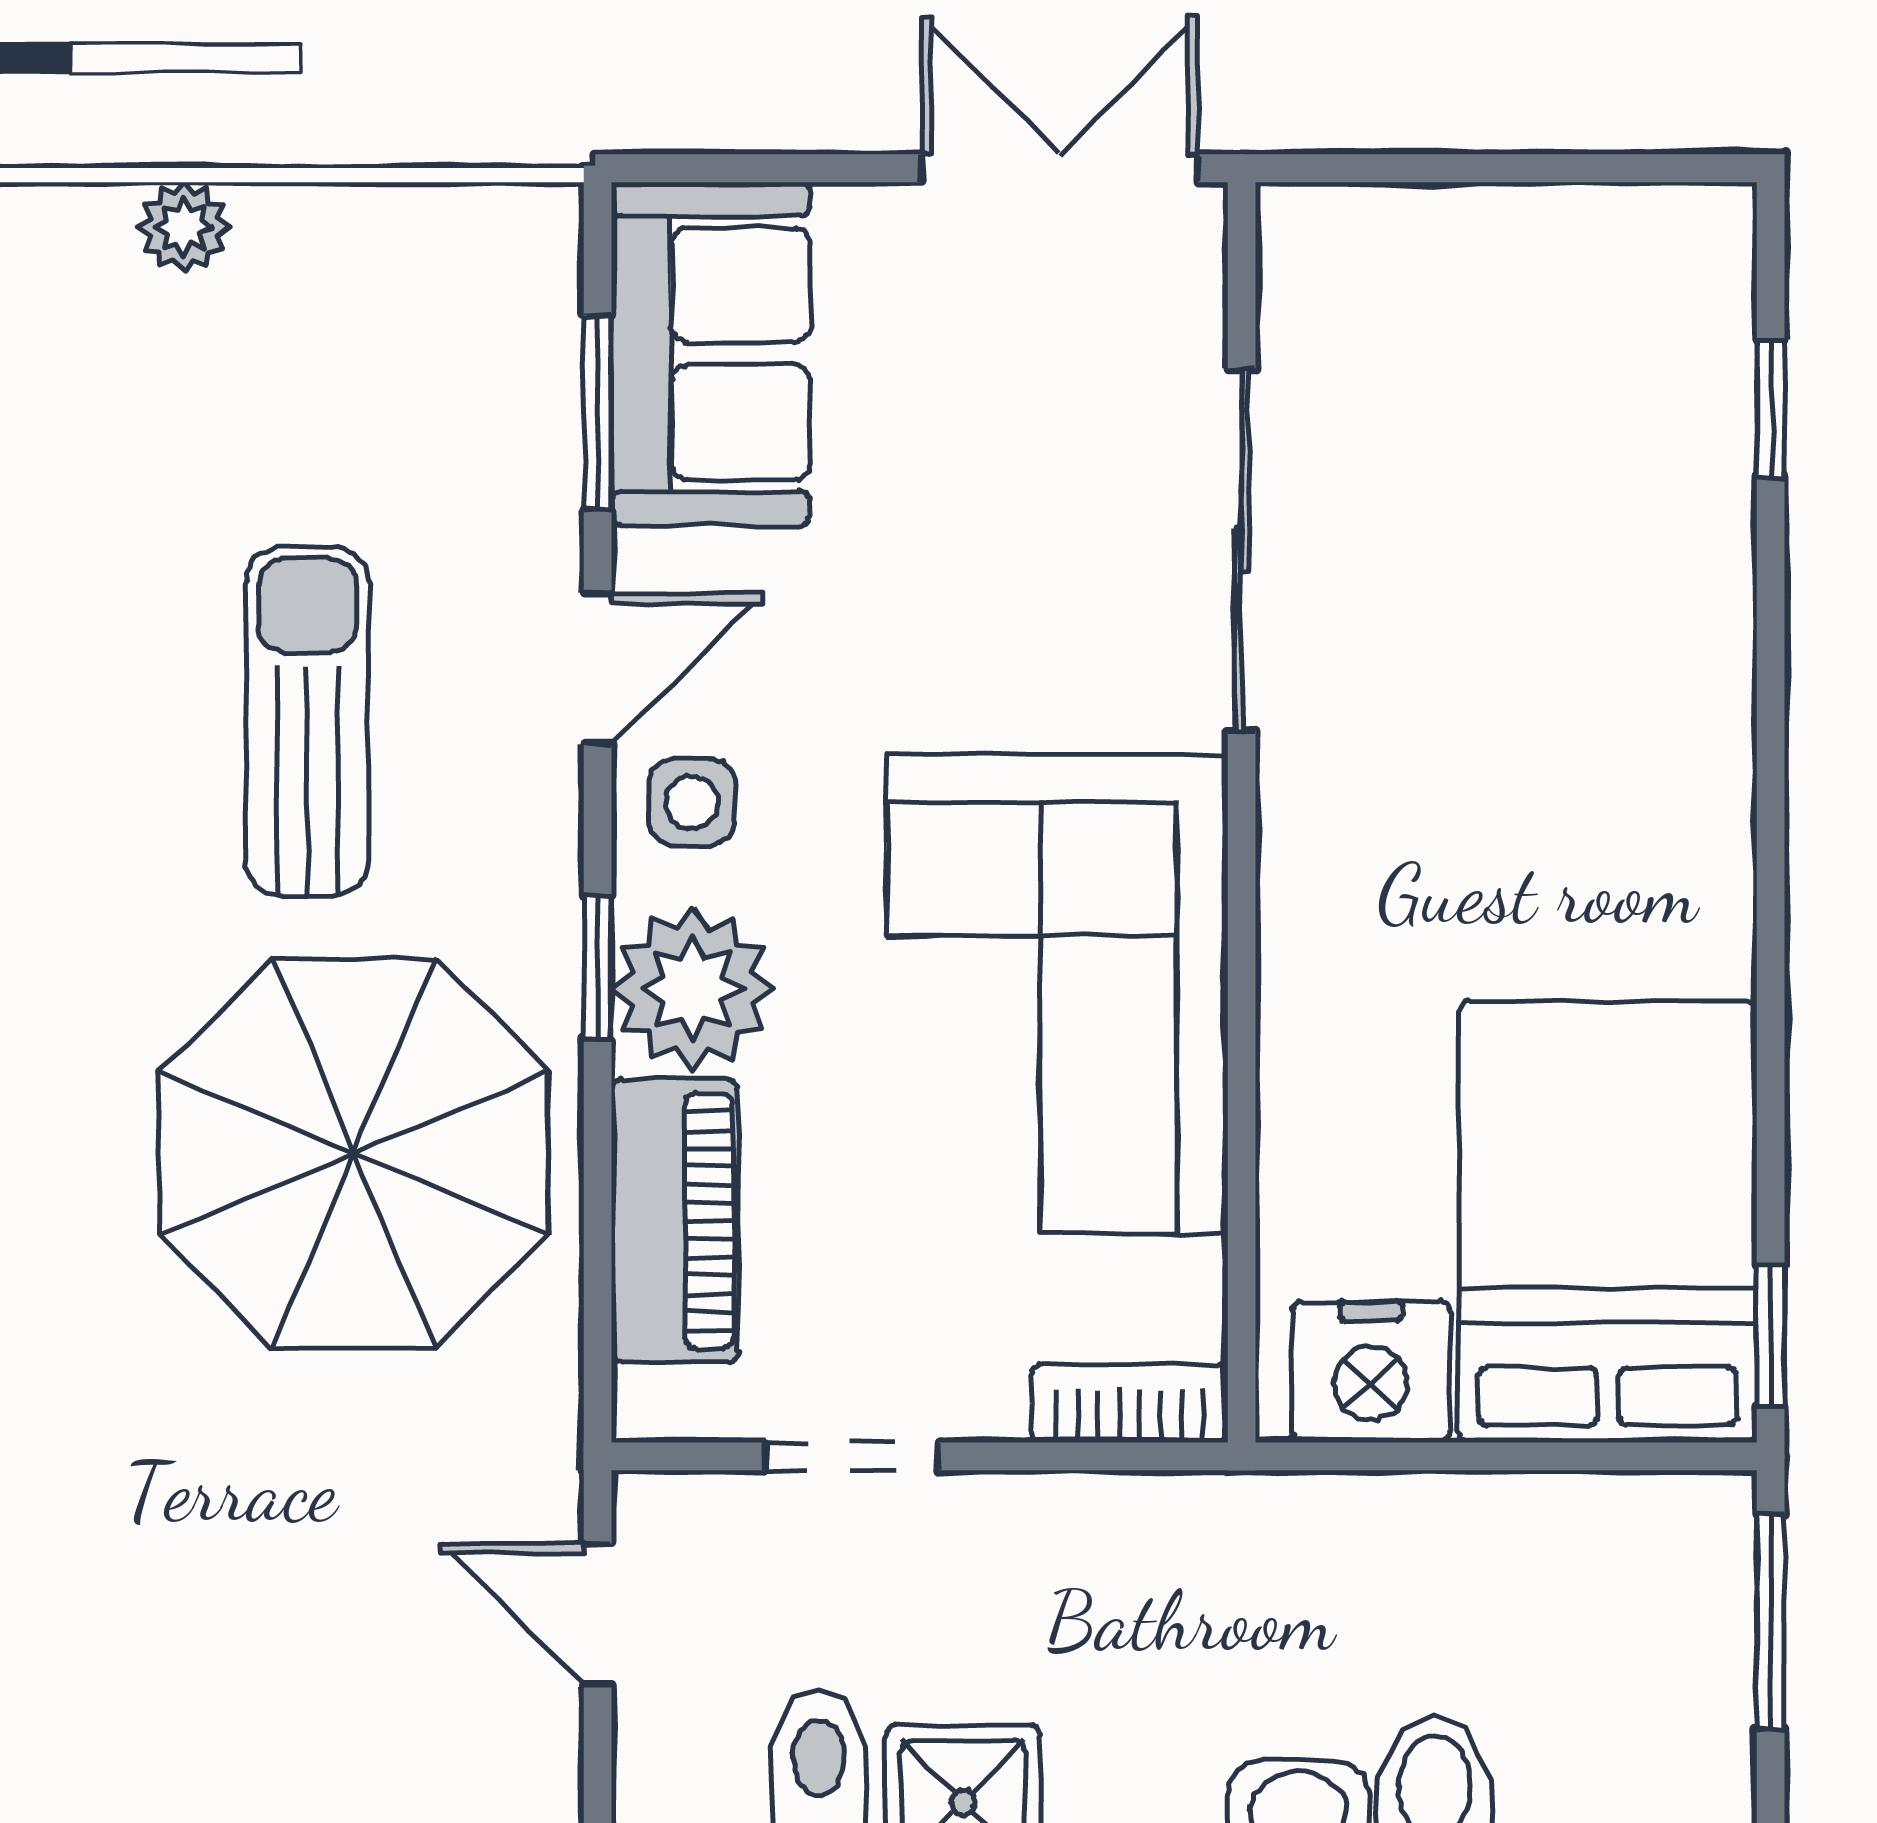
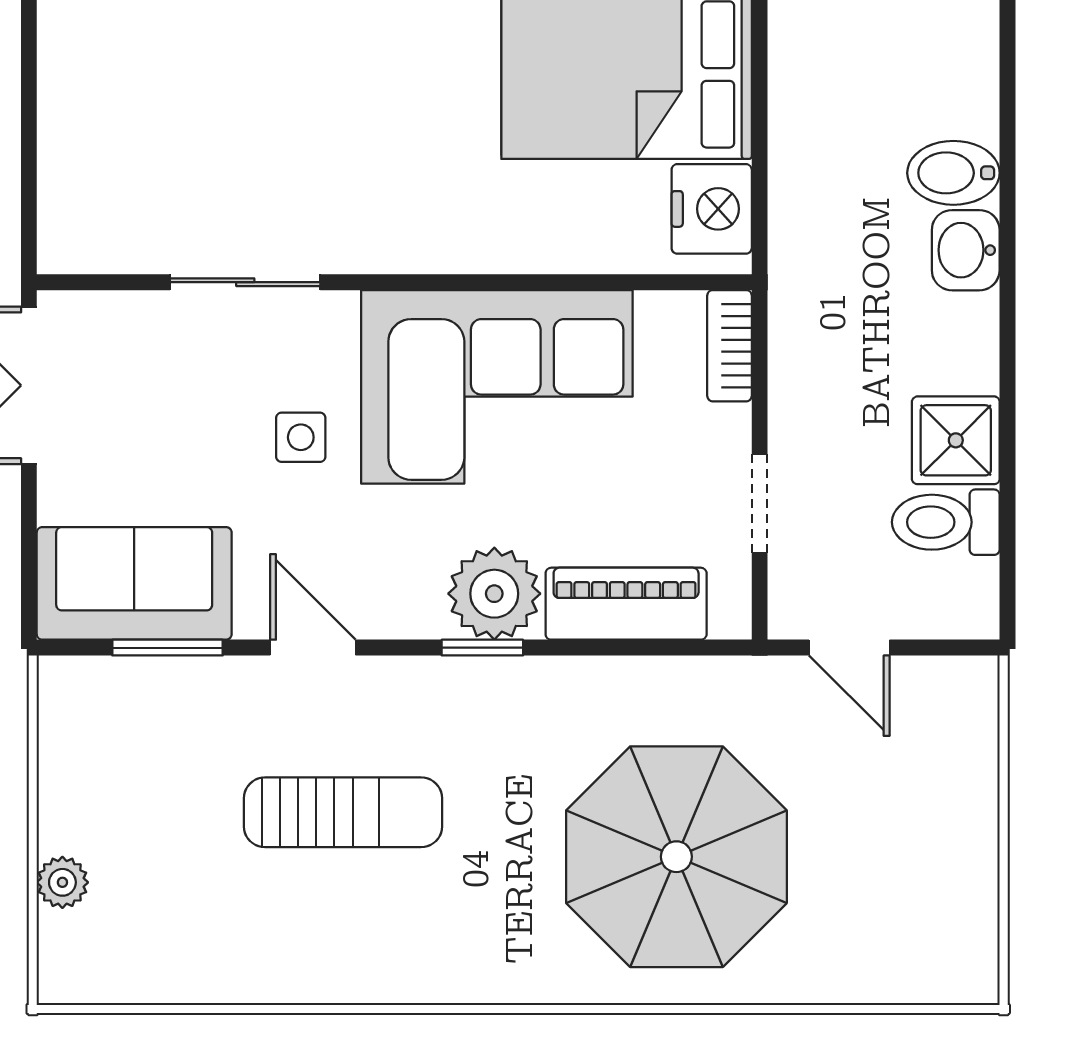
sliding door: (1242, 550) -> (245, 282), width x0.73
sun lounger: (307, 722) -> (343, 812), turned 180
side table: (692, 802) -> (301, 437), moved
parasol: (354, 1153) -> (676, 857), moved
door: (598, 1614) -> (849, 648), hinge flipped

